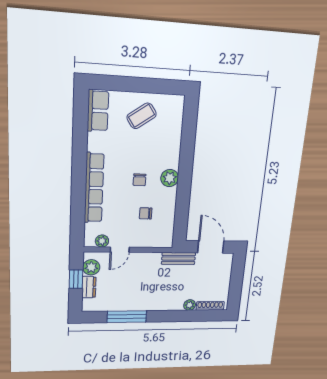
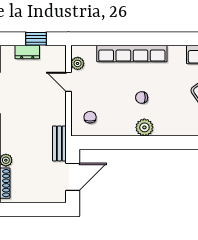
chair: (146, 213) -> (90, 117), moved
plant: (91, 267) -> (49, 54), removed

